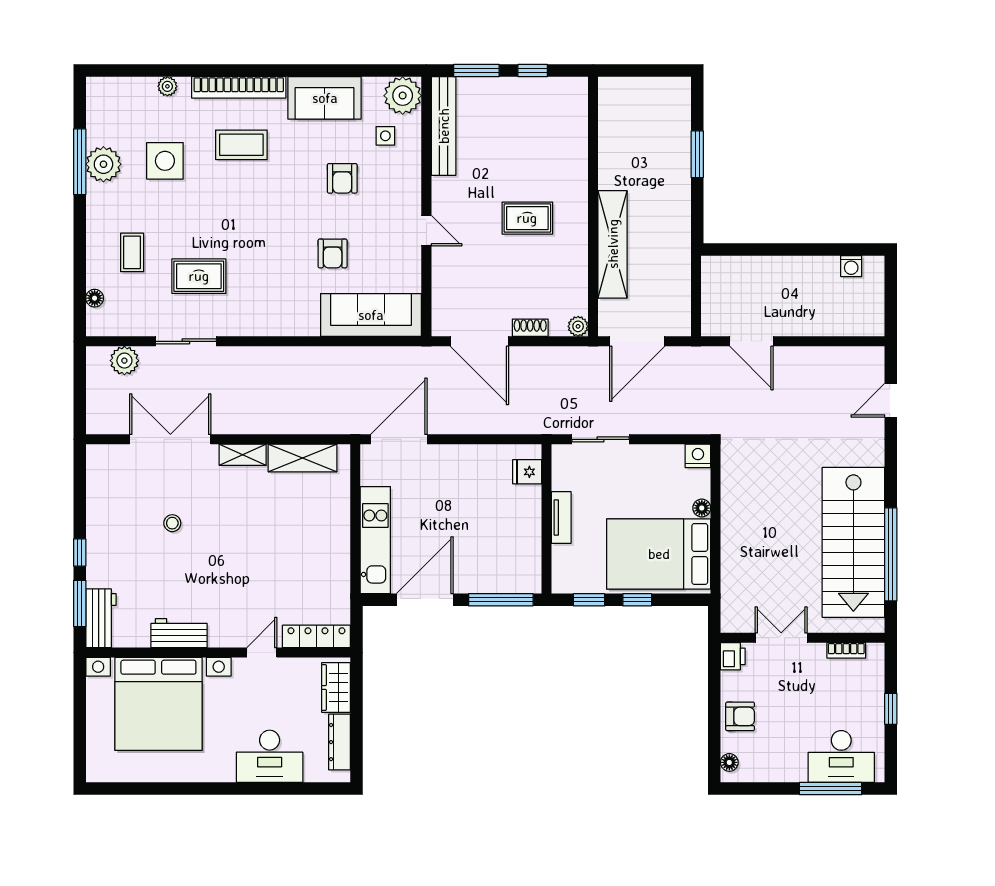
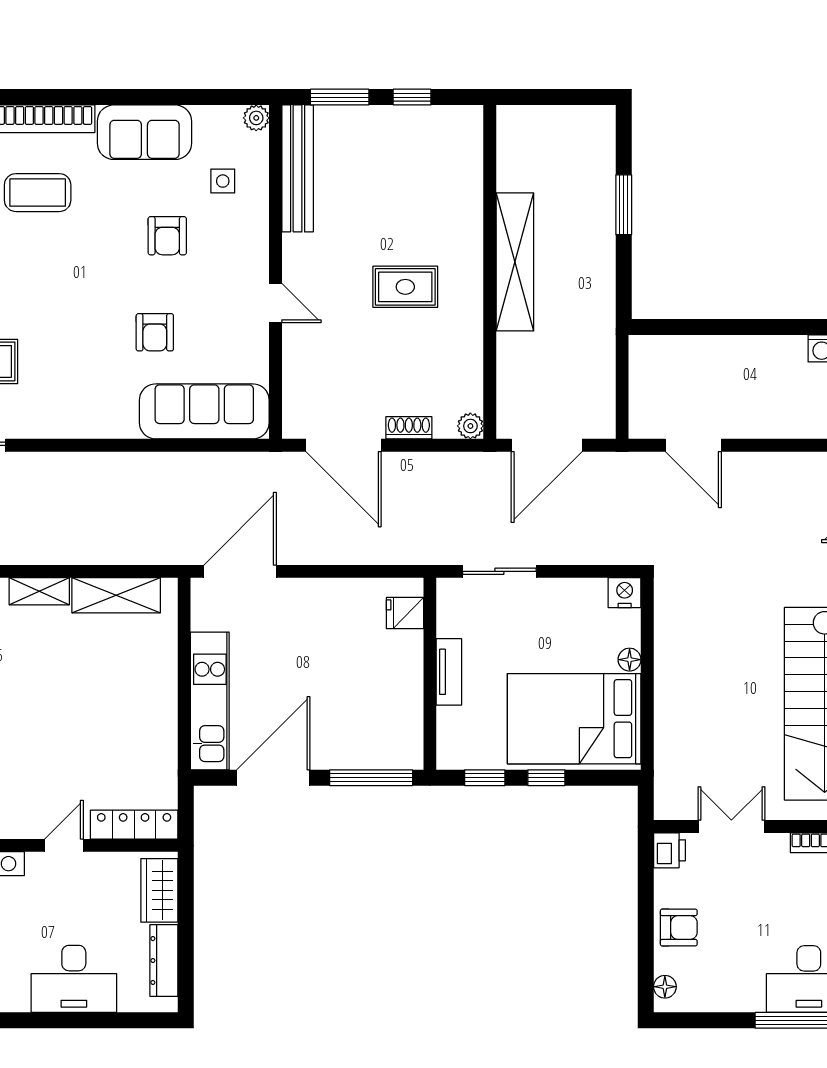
plant: (403, 96) -> (256, 118), width x0.53, depth x0.53
shelving: (613, 244) -> (515, 262), moved

